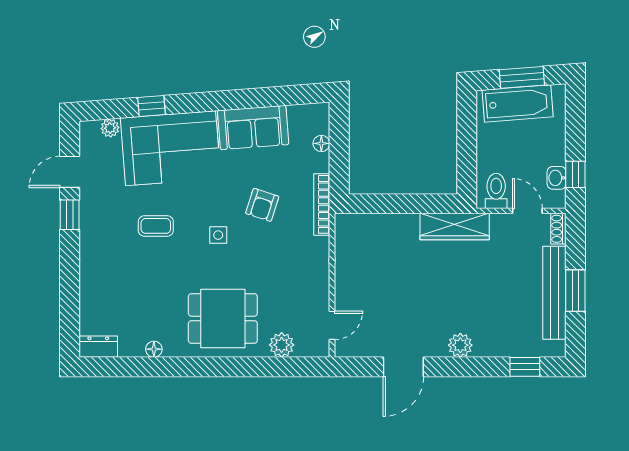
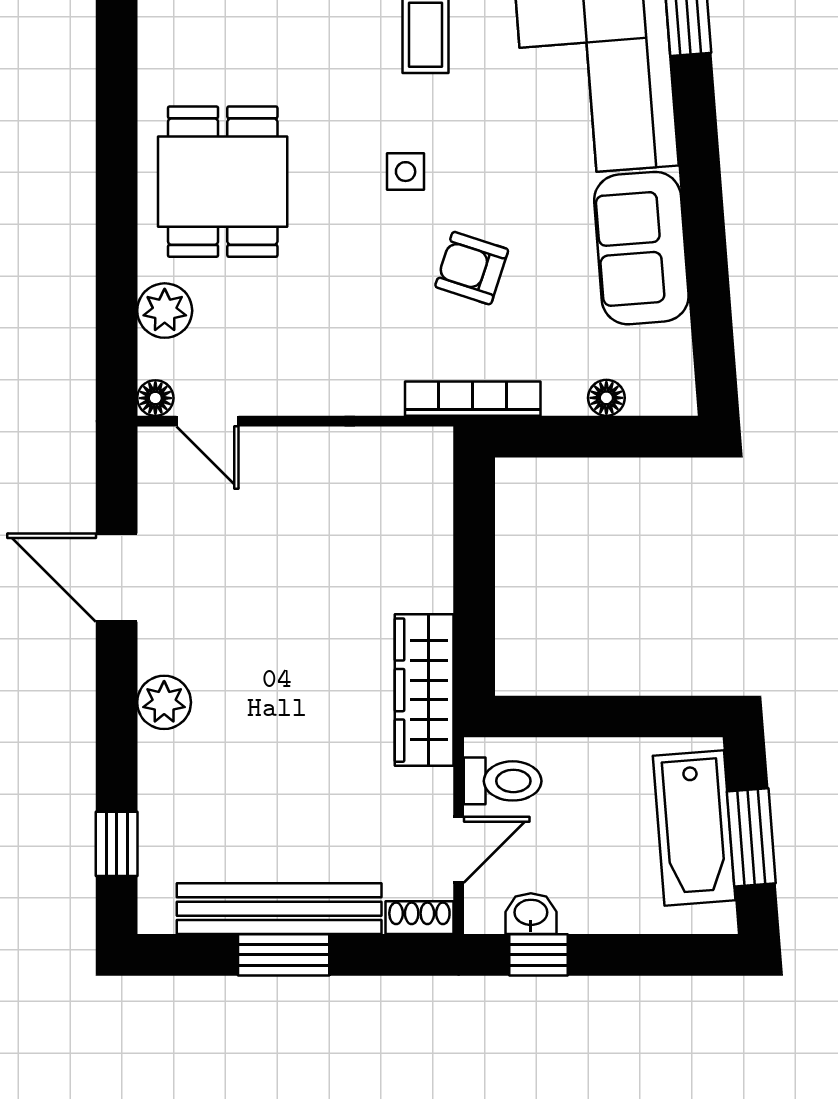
floor lamp: (154, 349) -> (155, 398), moved

